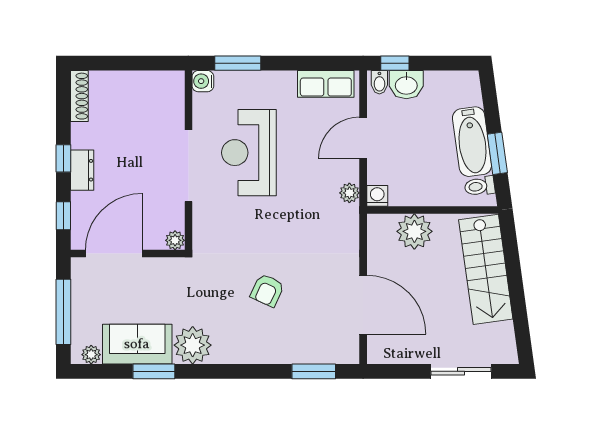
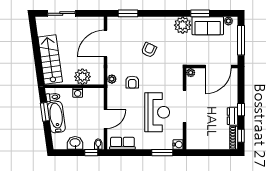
washbasin: (406, 85) -> (75, 143), moved
dresser: (82, 170) -> (233, 116), moved
plant: (349, 193) -> (112, 79), moved
washing machine: (377, 196) -> (78, 93), moved
window: (63, 216) -> (241, 136), moved
armchair: (304, 219) -> (132, 82), added
door: (363, 305) -> (106, 44), hinge flipped

